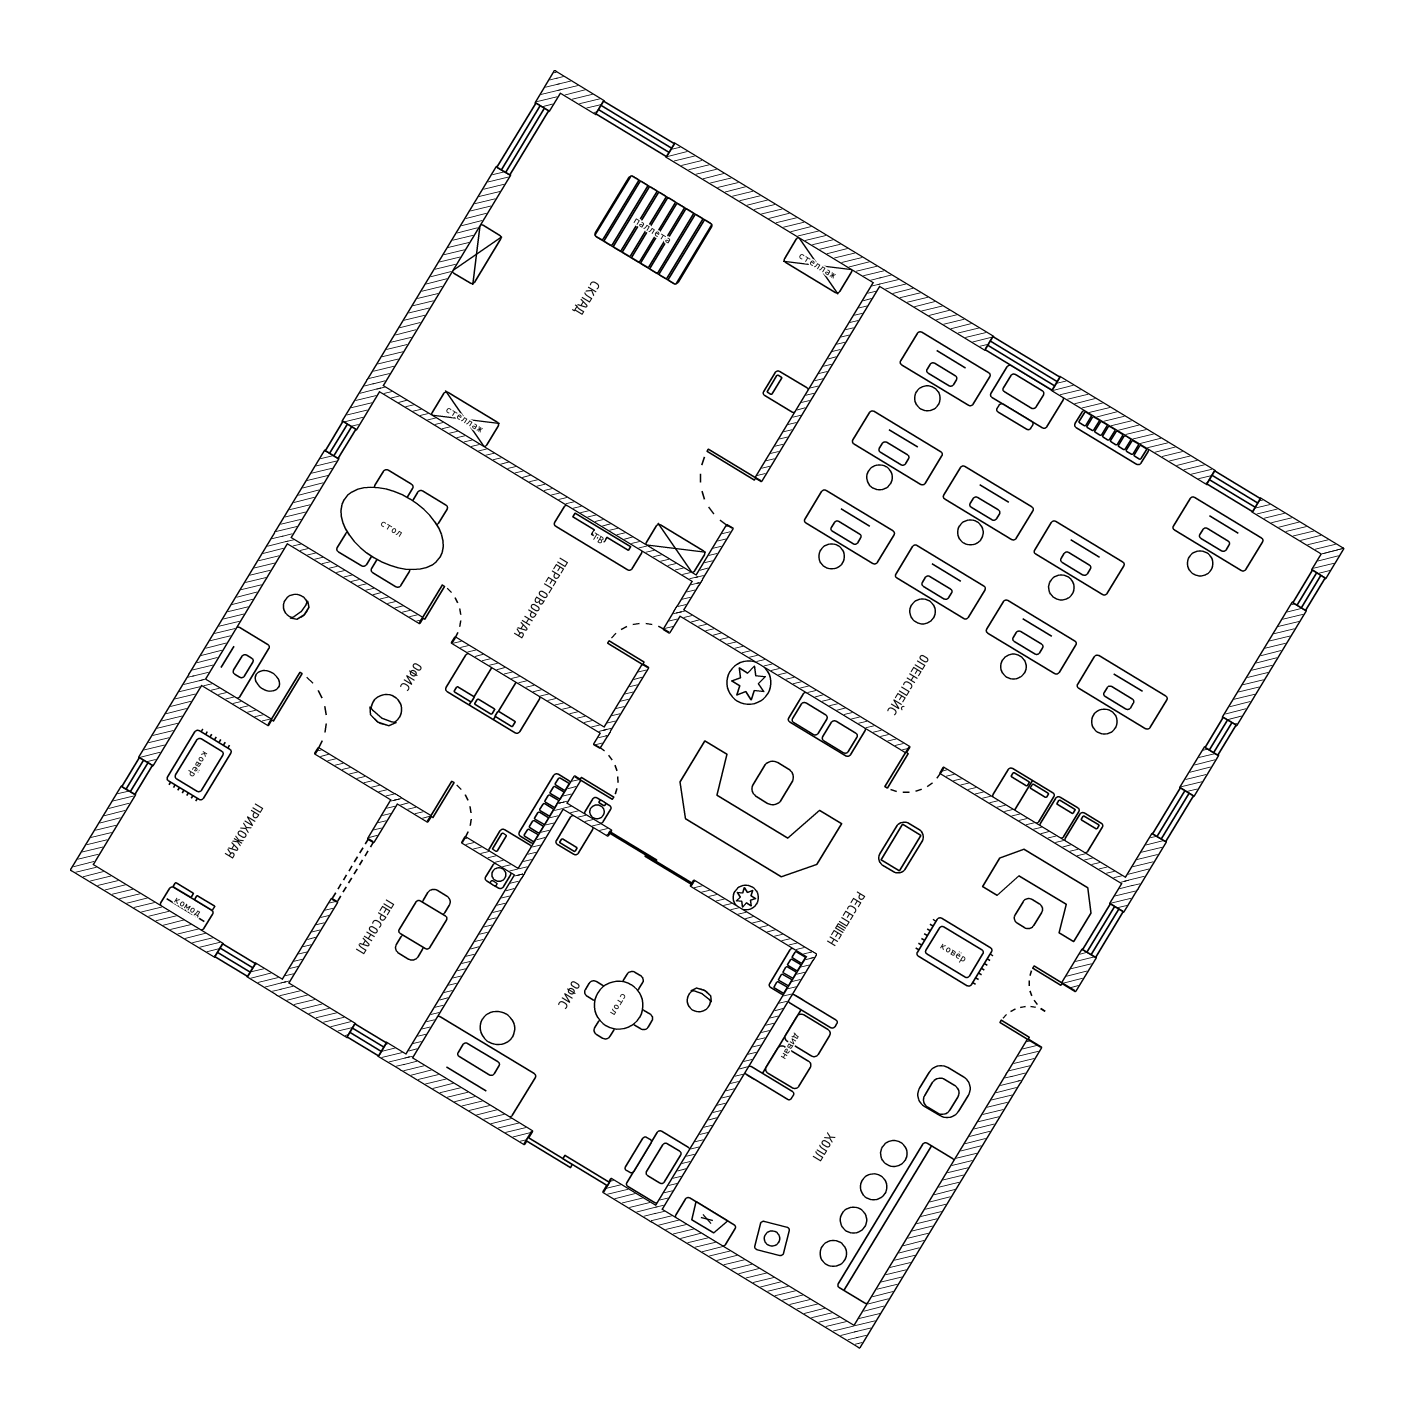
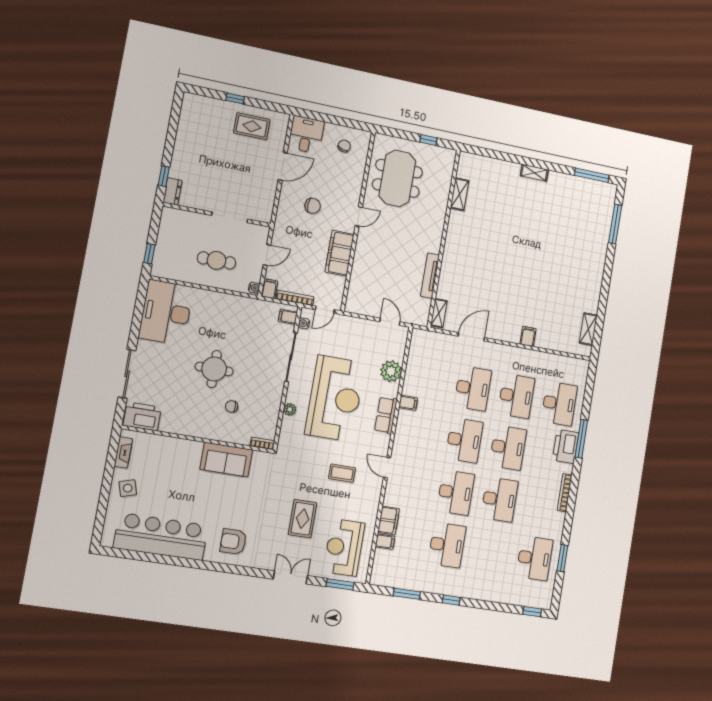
pallet: (653, 230) -> (575, 249), removed
filing cabinet: (1084, 833) -> (408, 403), moved
dresser: (188, 906) -> (173, 191), moved

